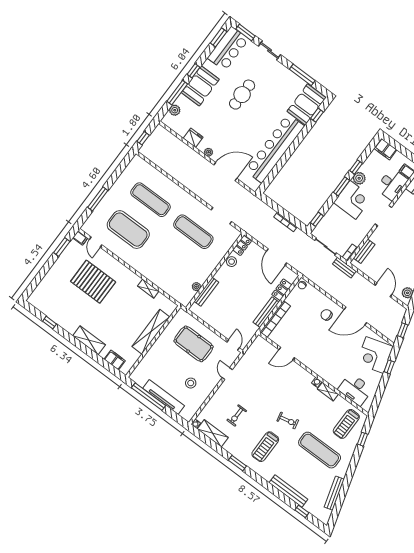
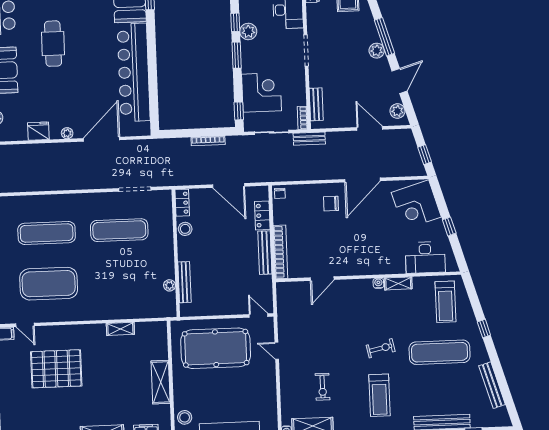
corner desk: (353, 200) -> (262, 92), moved
shelving: (151, 332) -> (161, 382), width x0.68
pool table: (194, 344) -> (216, 348), width x1.36, depth x1.32
window: (389, 367) -> (449, 226), moved
stool: (191, 383) -> (185, 417), moved
window: (363, 439) -> (484, 329), moved

